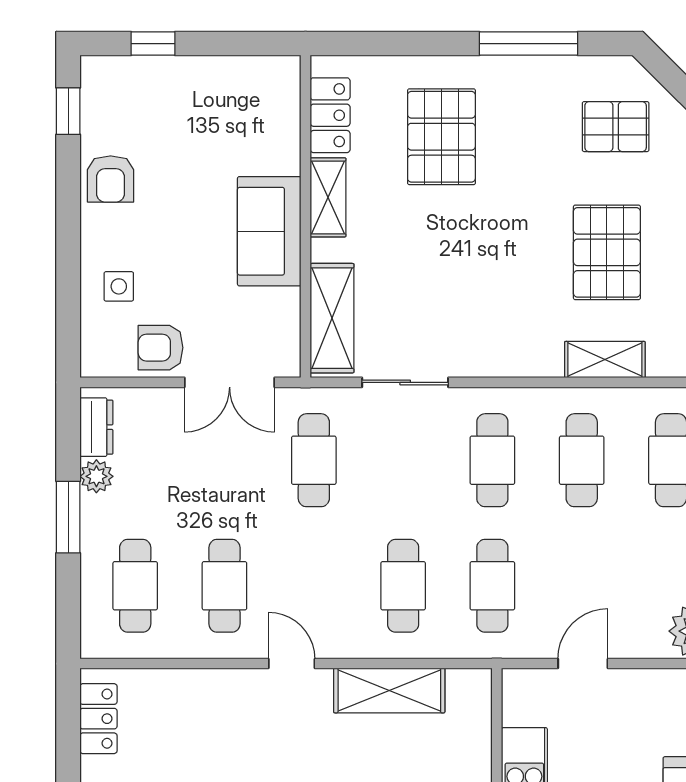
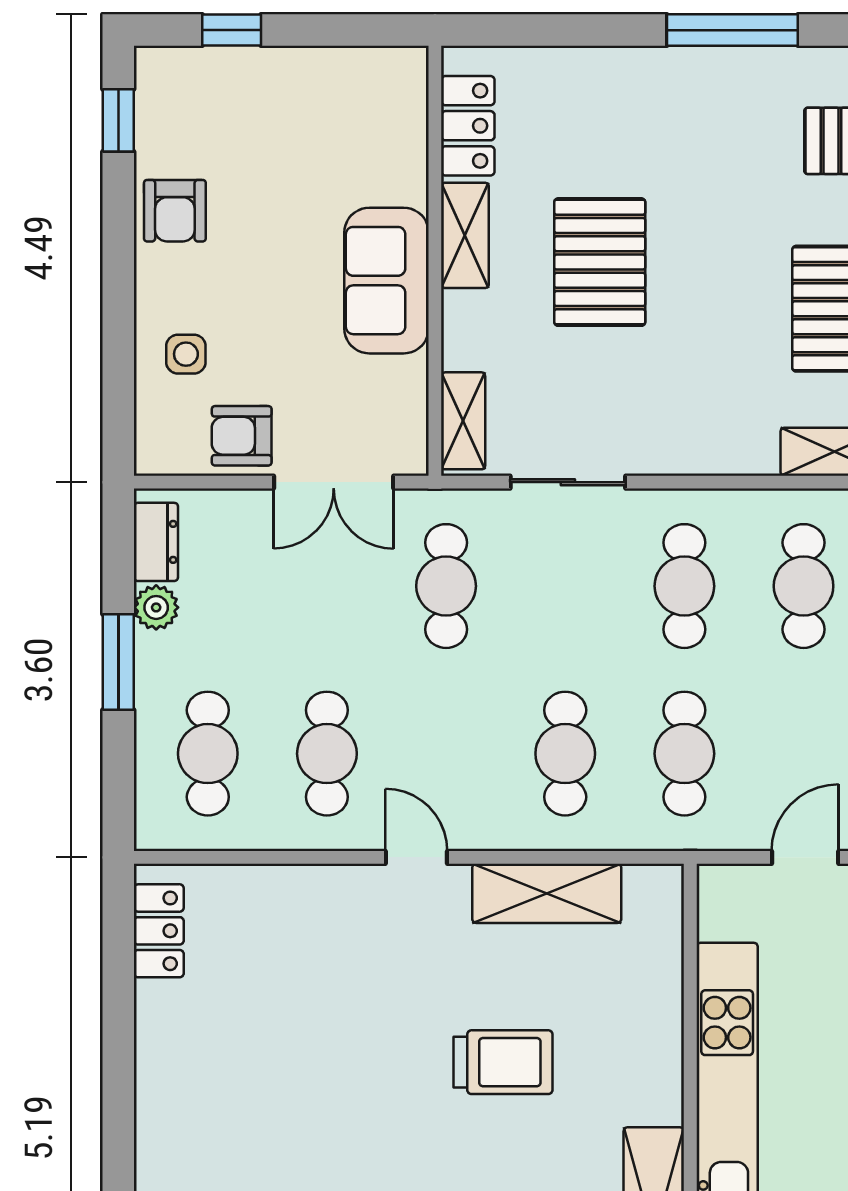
pallet: (441, 137) -> (600, 262), moved
shelving: (332, 318) -> (463, 421), width x0.67, depth x0.75

